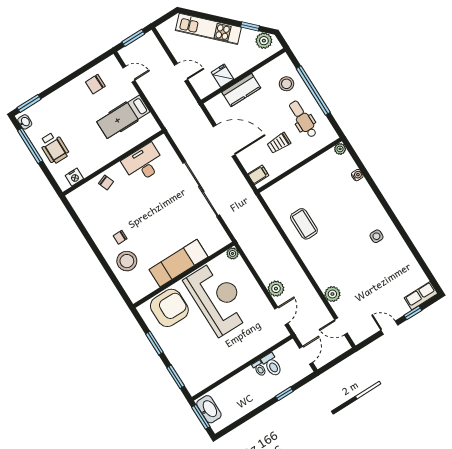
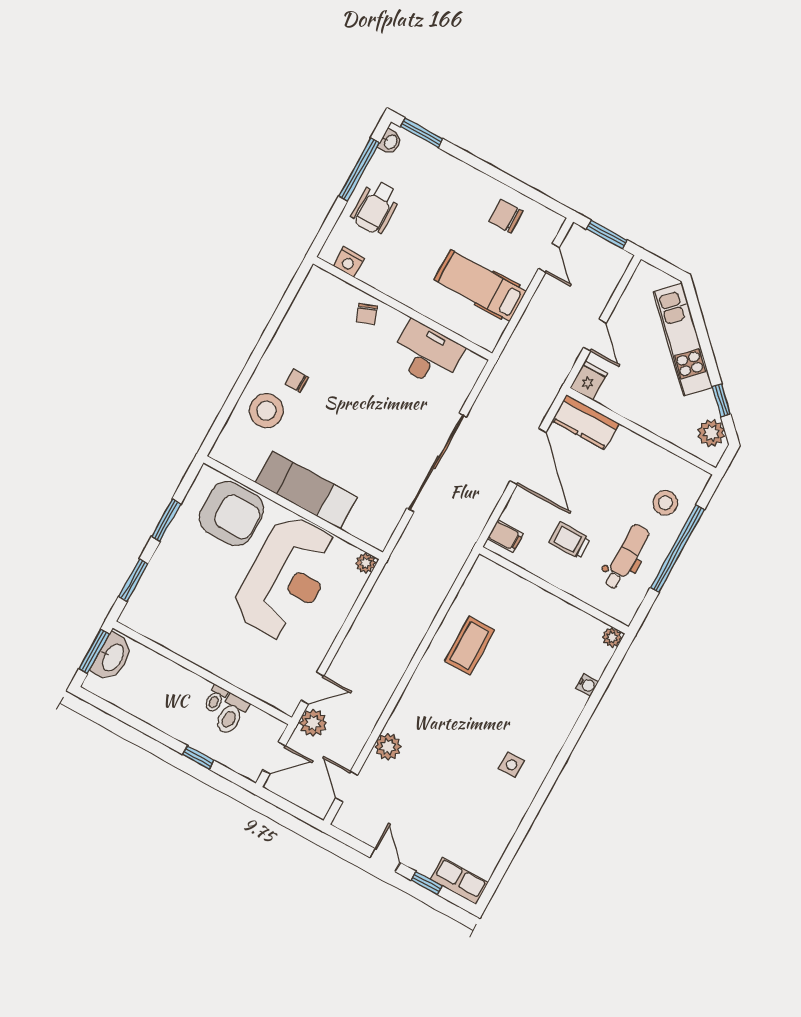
fridge: (222, 76) -> (589, 381), moved
kitchen counter: (241, 90) -> (586, 422), moved
plant: (276, 289) -> (313, 723), moved

